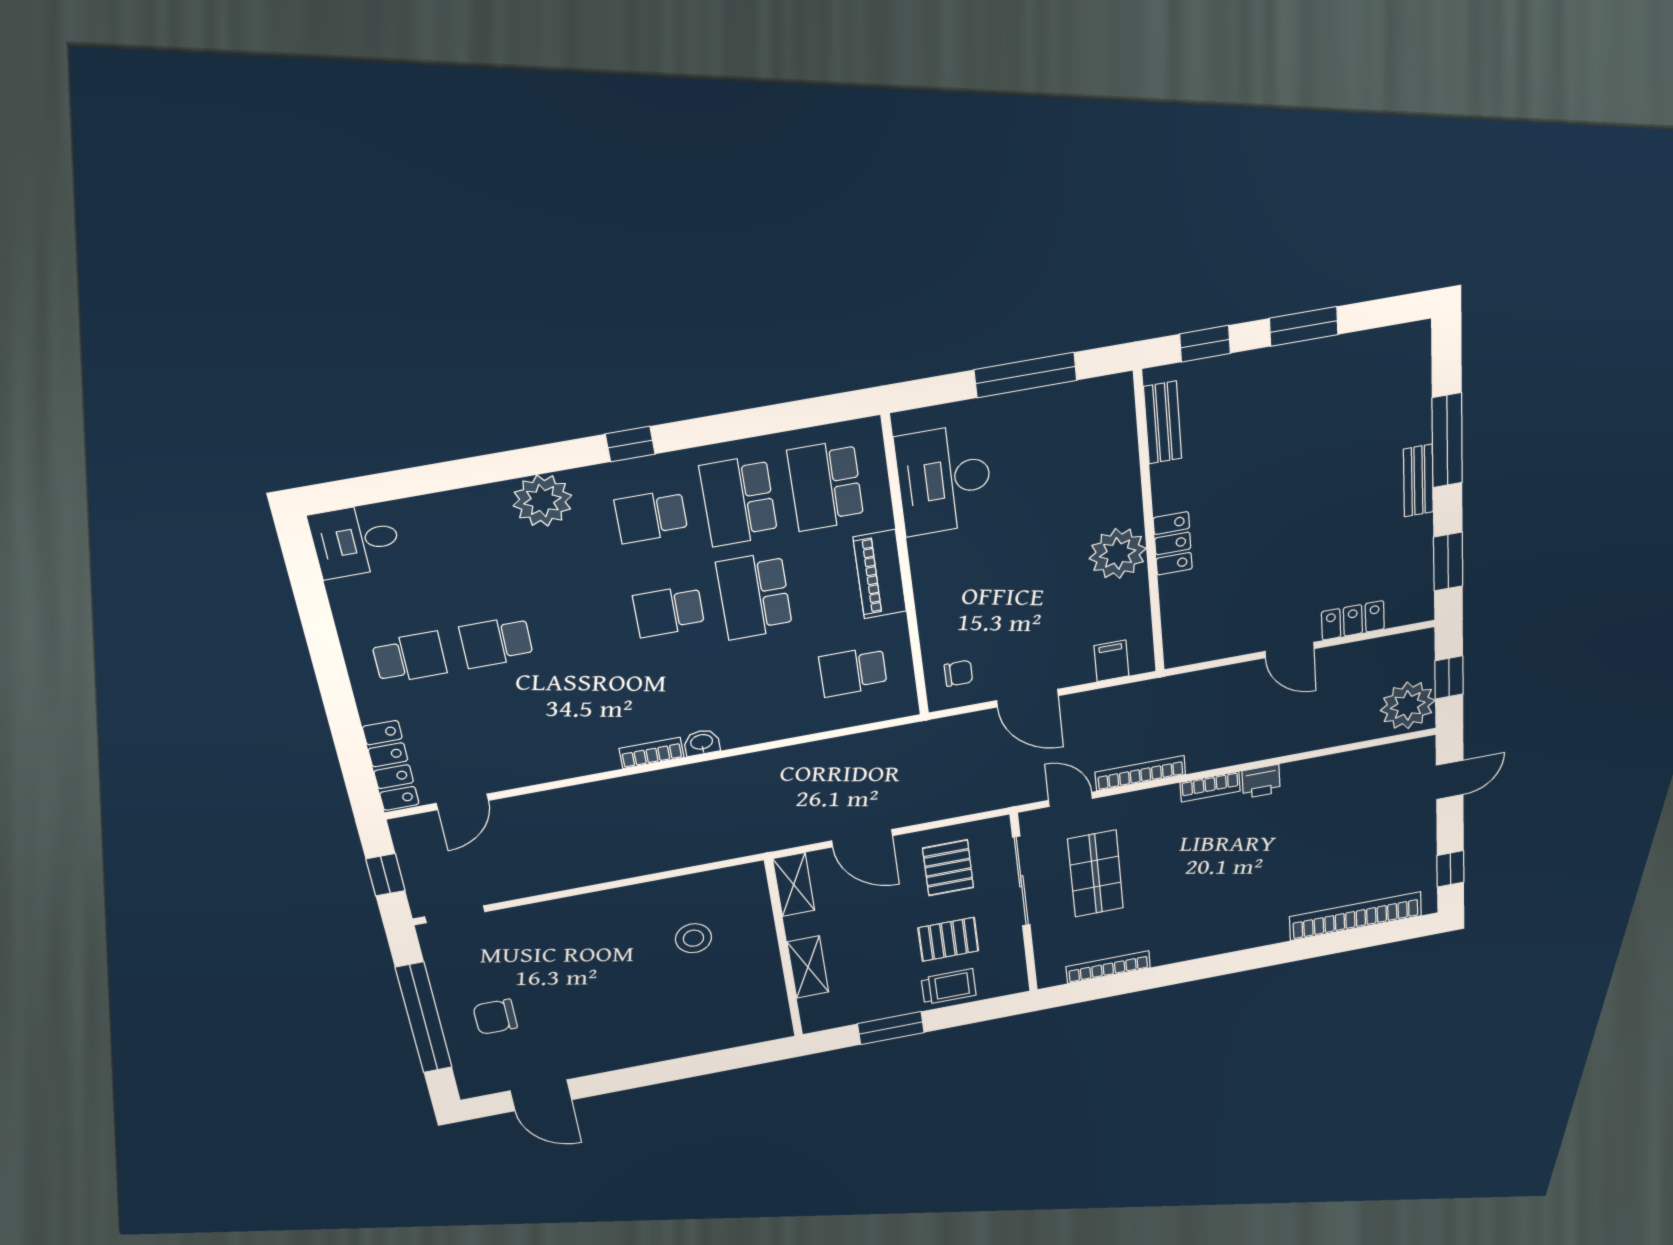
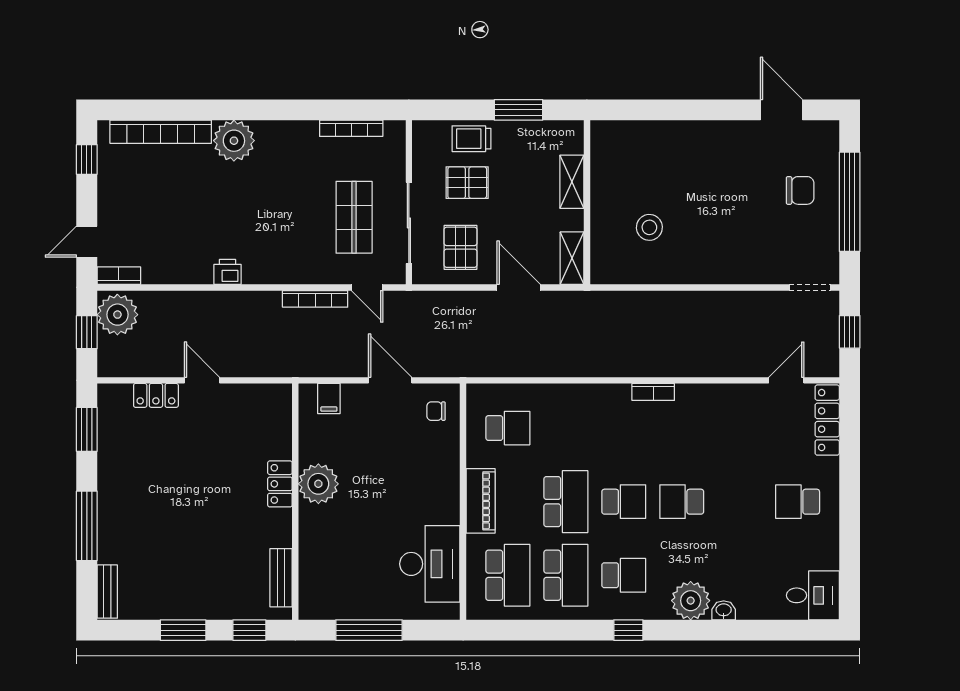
bench: (1418, 481) -> (107, 592), moved
school desk: (496, 642) -> (682, 502), moved, turned 180
washbasin: (702, 743) -> (724, 610), moved, turned 180
bookcase: (1210, 787) -> (119, 276), moved
plant: (1260, 925) -> (234, 141), added

